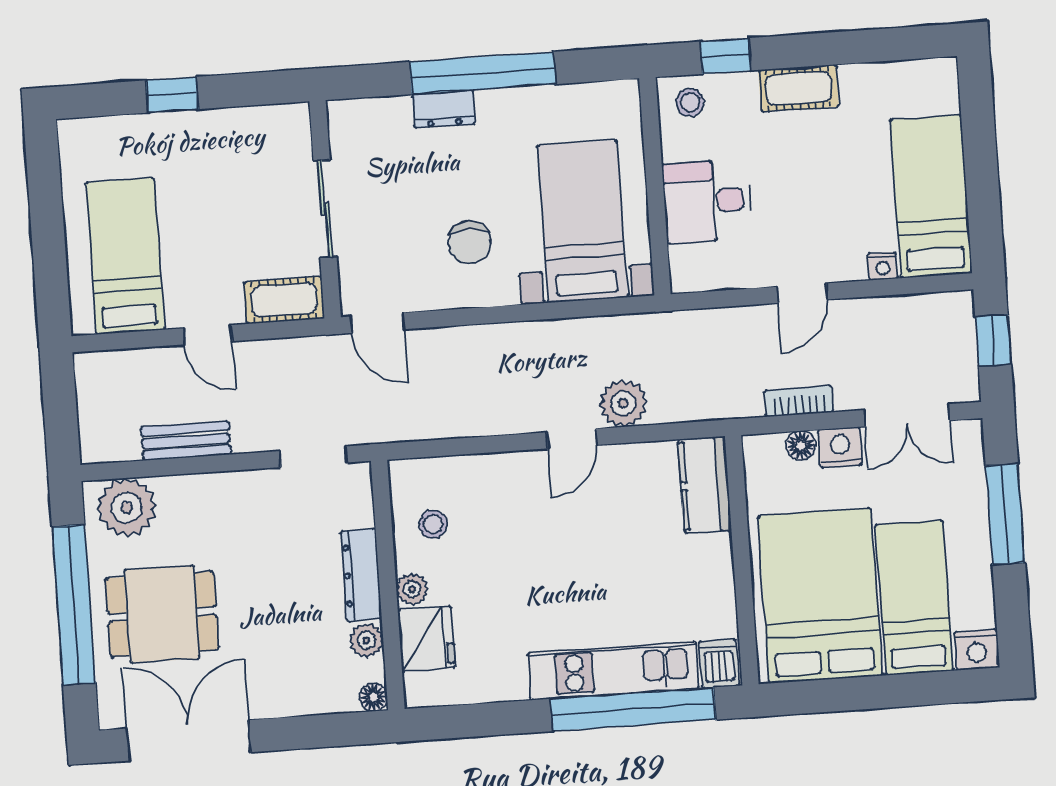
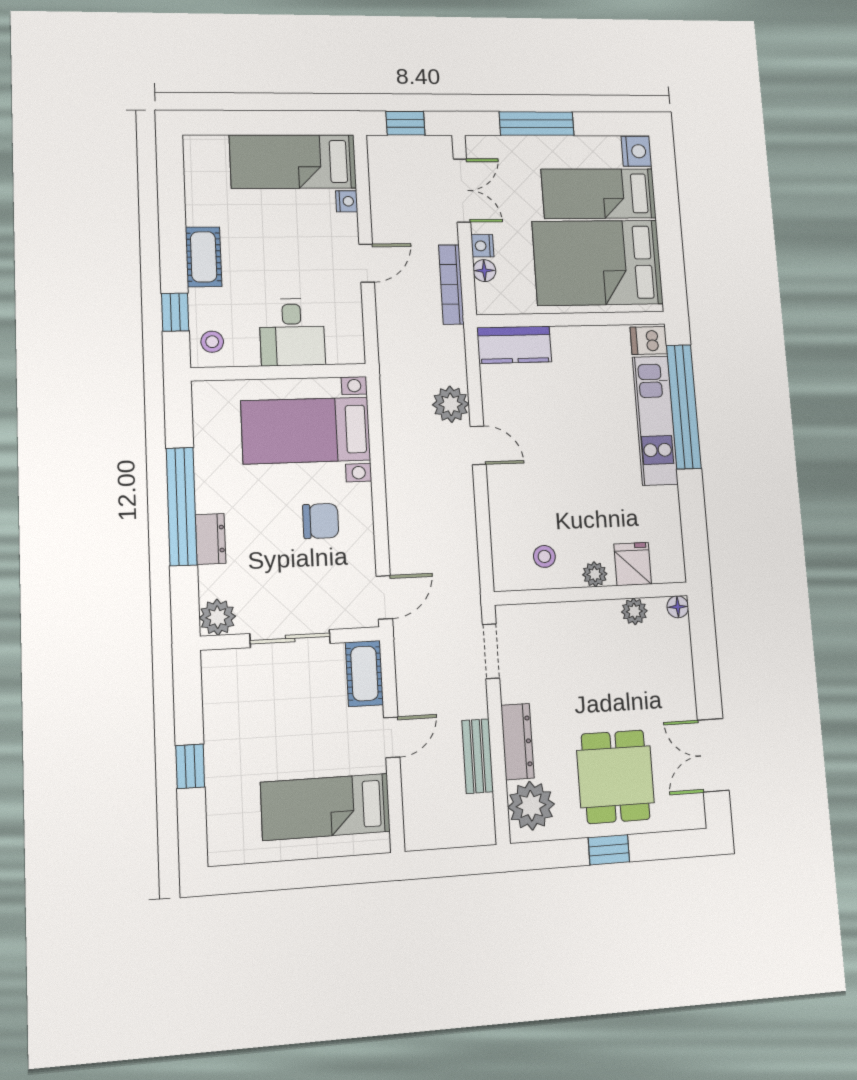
plant: (349, 121) -> (217, 617), added
door: (802, 293) -> (367, 263), hinge flipped
bookcase: (799, 401) -> (451, 284), width x1.56
nightstand: (840, 447) -> (482, 246), width x0.72, depth x0.74
dresser: (361, 575) -> (517, 742), moved, turned -90
window: (74, 605) -> (609, 850), width x0.32
fridge: (426, 639) -> (633, 564), width x0.72
double door: (189, 740) -> (713, 755), width x0.73

